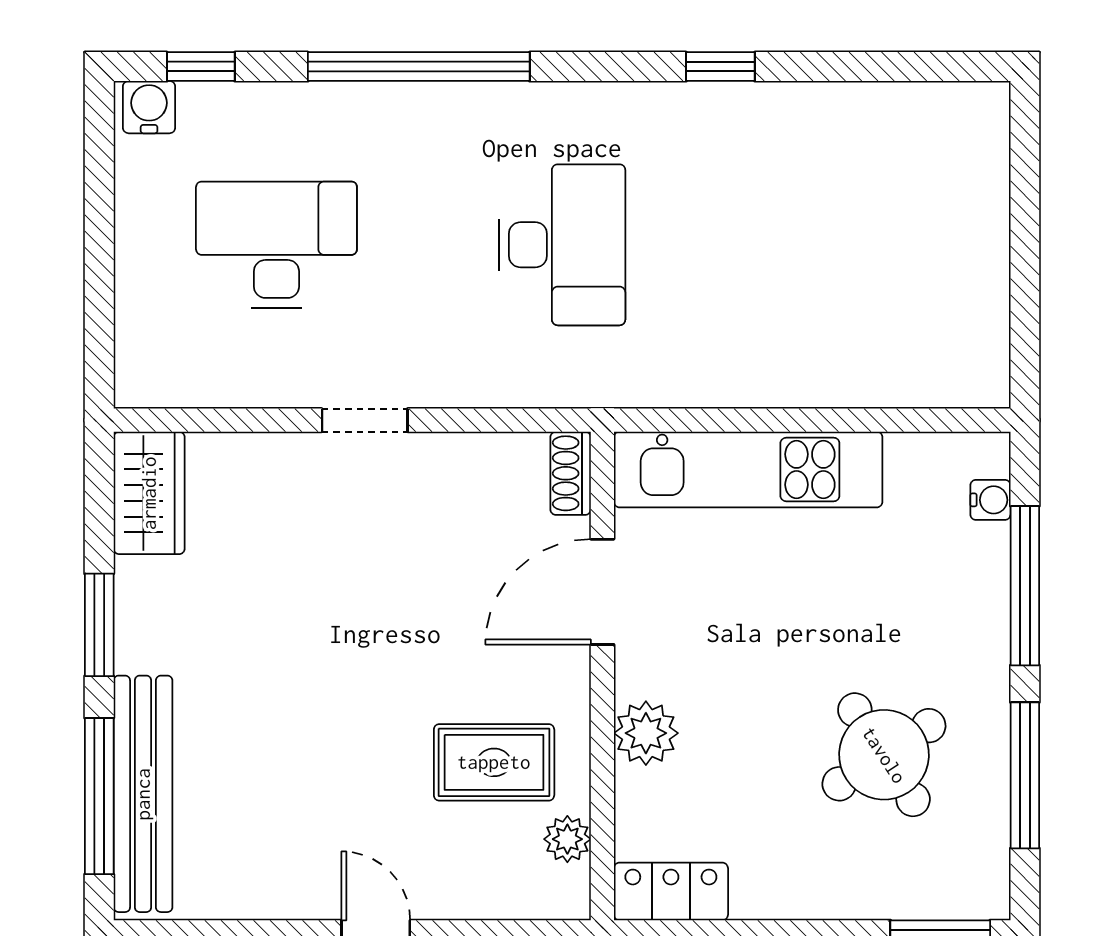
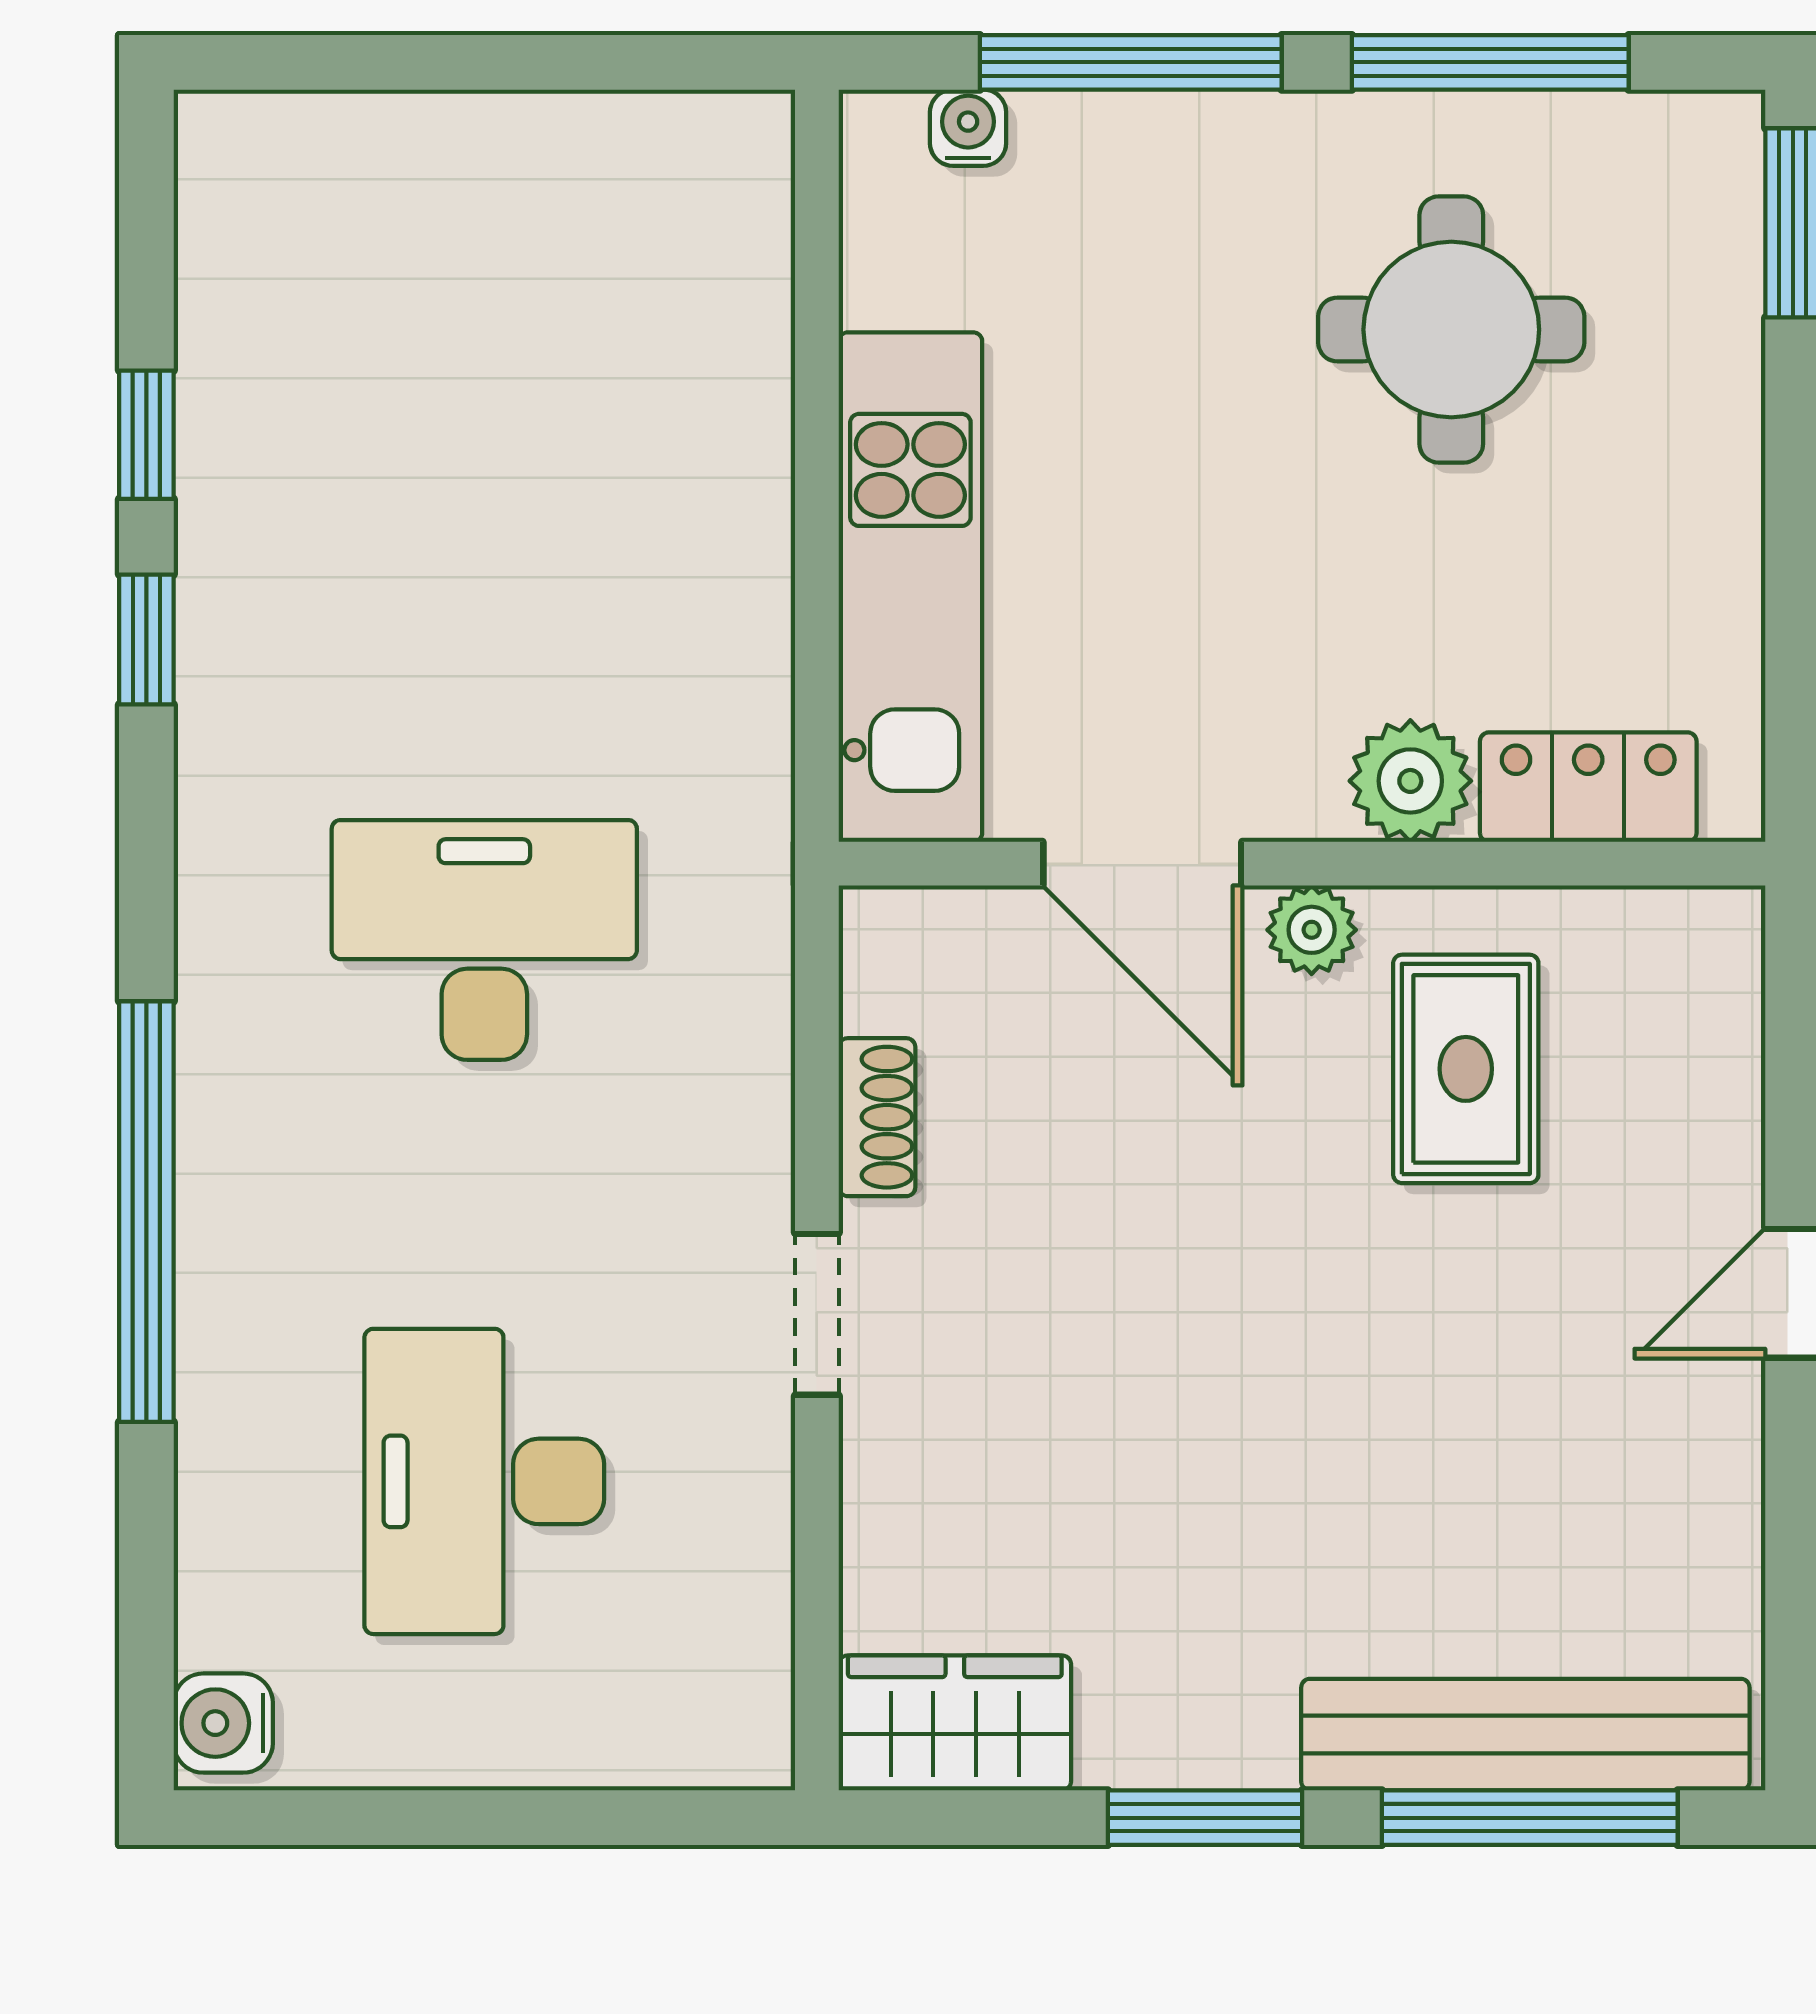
window: (201, 67) -> (146, 435), moved
shoe rack: (571, 473) -> (877, 1117), moved, turned -90
round table: (884, 755) -> (1451, 330), turned 33
plant: (567, 839) -> (1312, 930), moved
locker: (671, 891) -> (1588, 787), moved, turned 90

